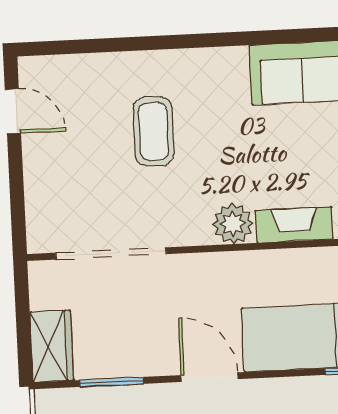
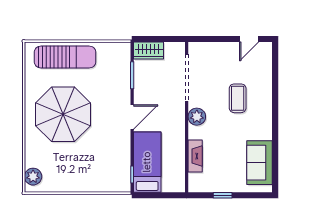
coffee table: (154, 131) -> (238, 98), turned 90
plant: (233, 224) -> (197, 117), moved

